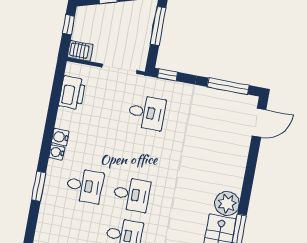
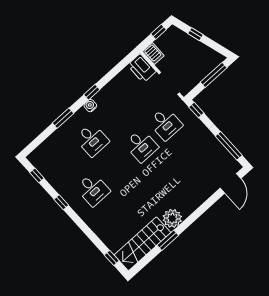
printer: (72, 93) -> (142, 68), moved, turned 90
door: (259, 123) -> (231, 183), hinge flipped
water cooler: (60, 137) -> (100, 98), removed
window: (48, 138) -> (92, 92), added
desk: (132, 194) -> (141, 146), moved

